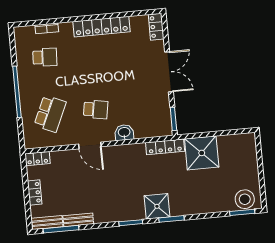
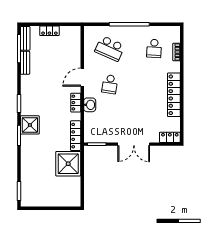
locker: (37, 159) -> (76, 103), moved
stool: (245, 199) -> (29, 194), removed

